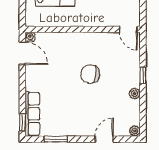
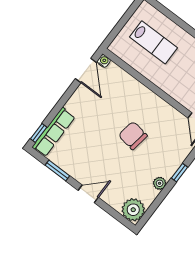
plant: (135, 131) -> (133, 210), width x1.88, depth x1.88
door: (104, 139) -> (88, 194), moved

